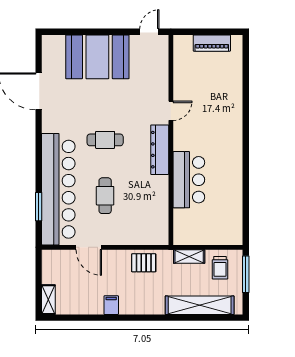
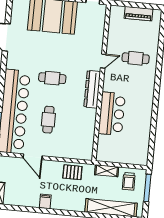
cafe table: (214, 103) -> (136, 58), added

